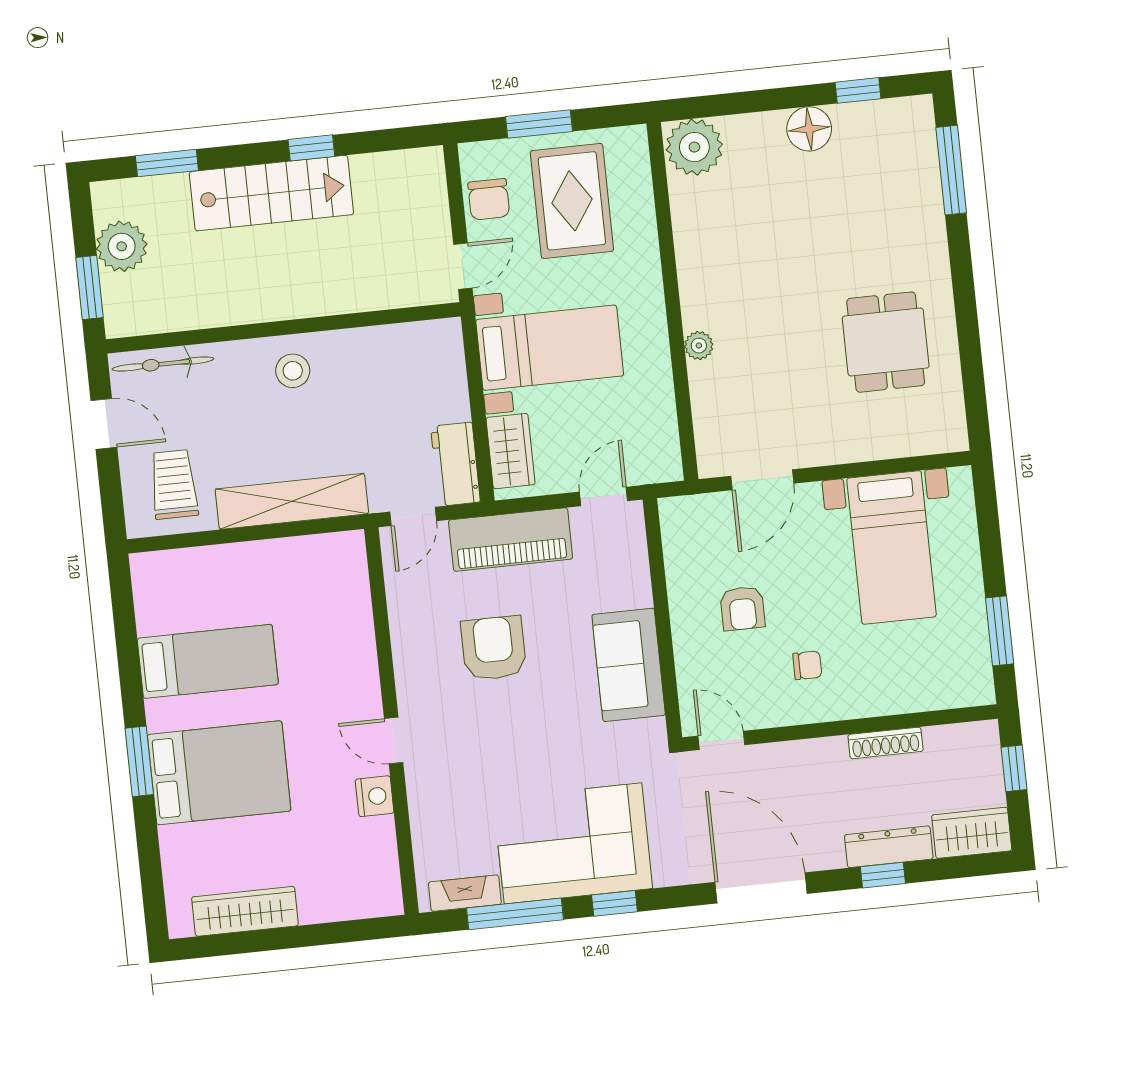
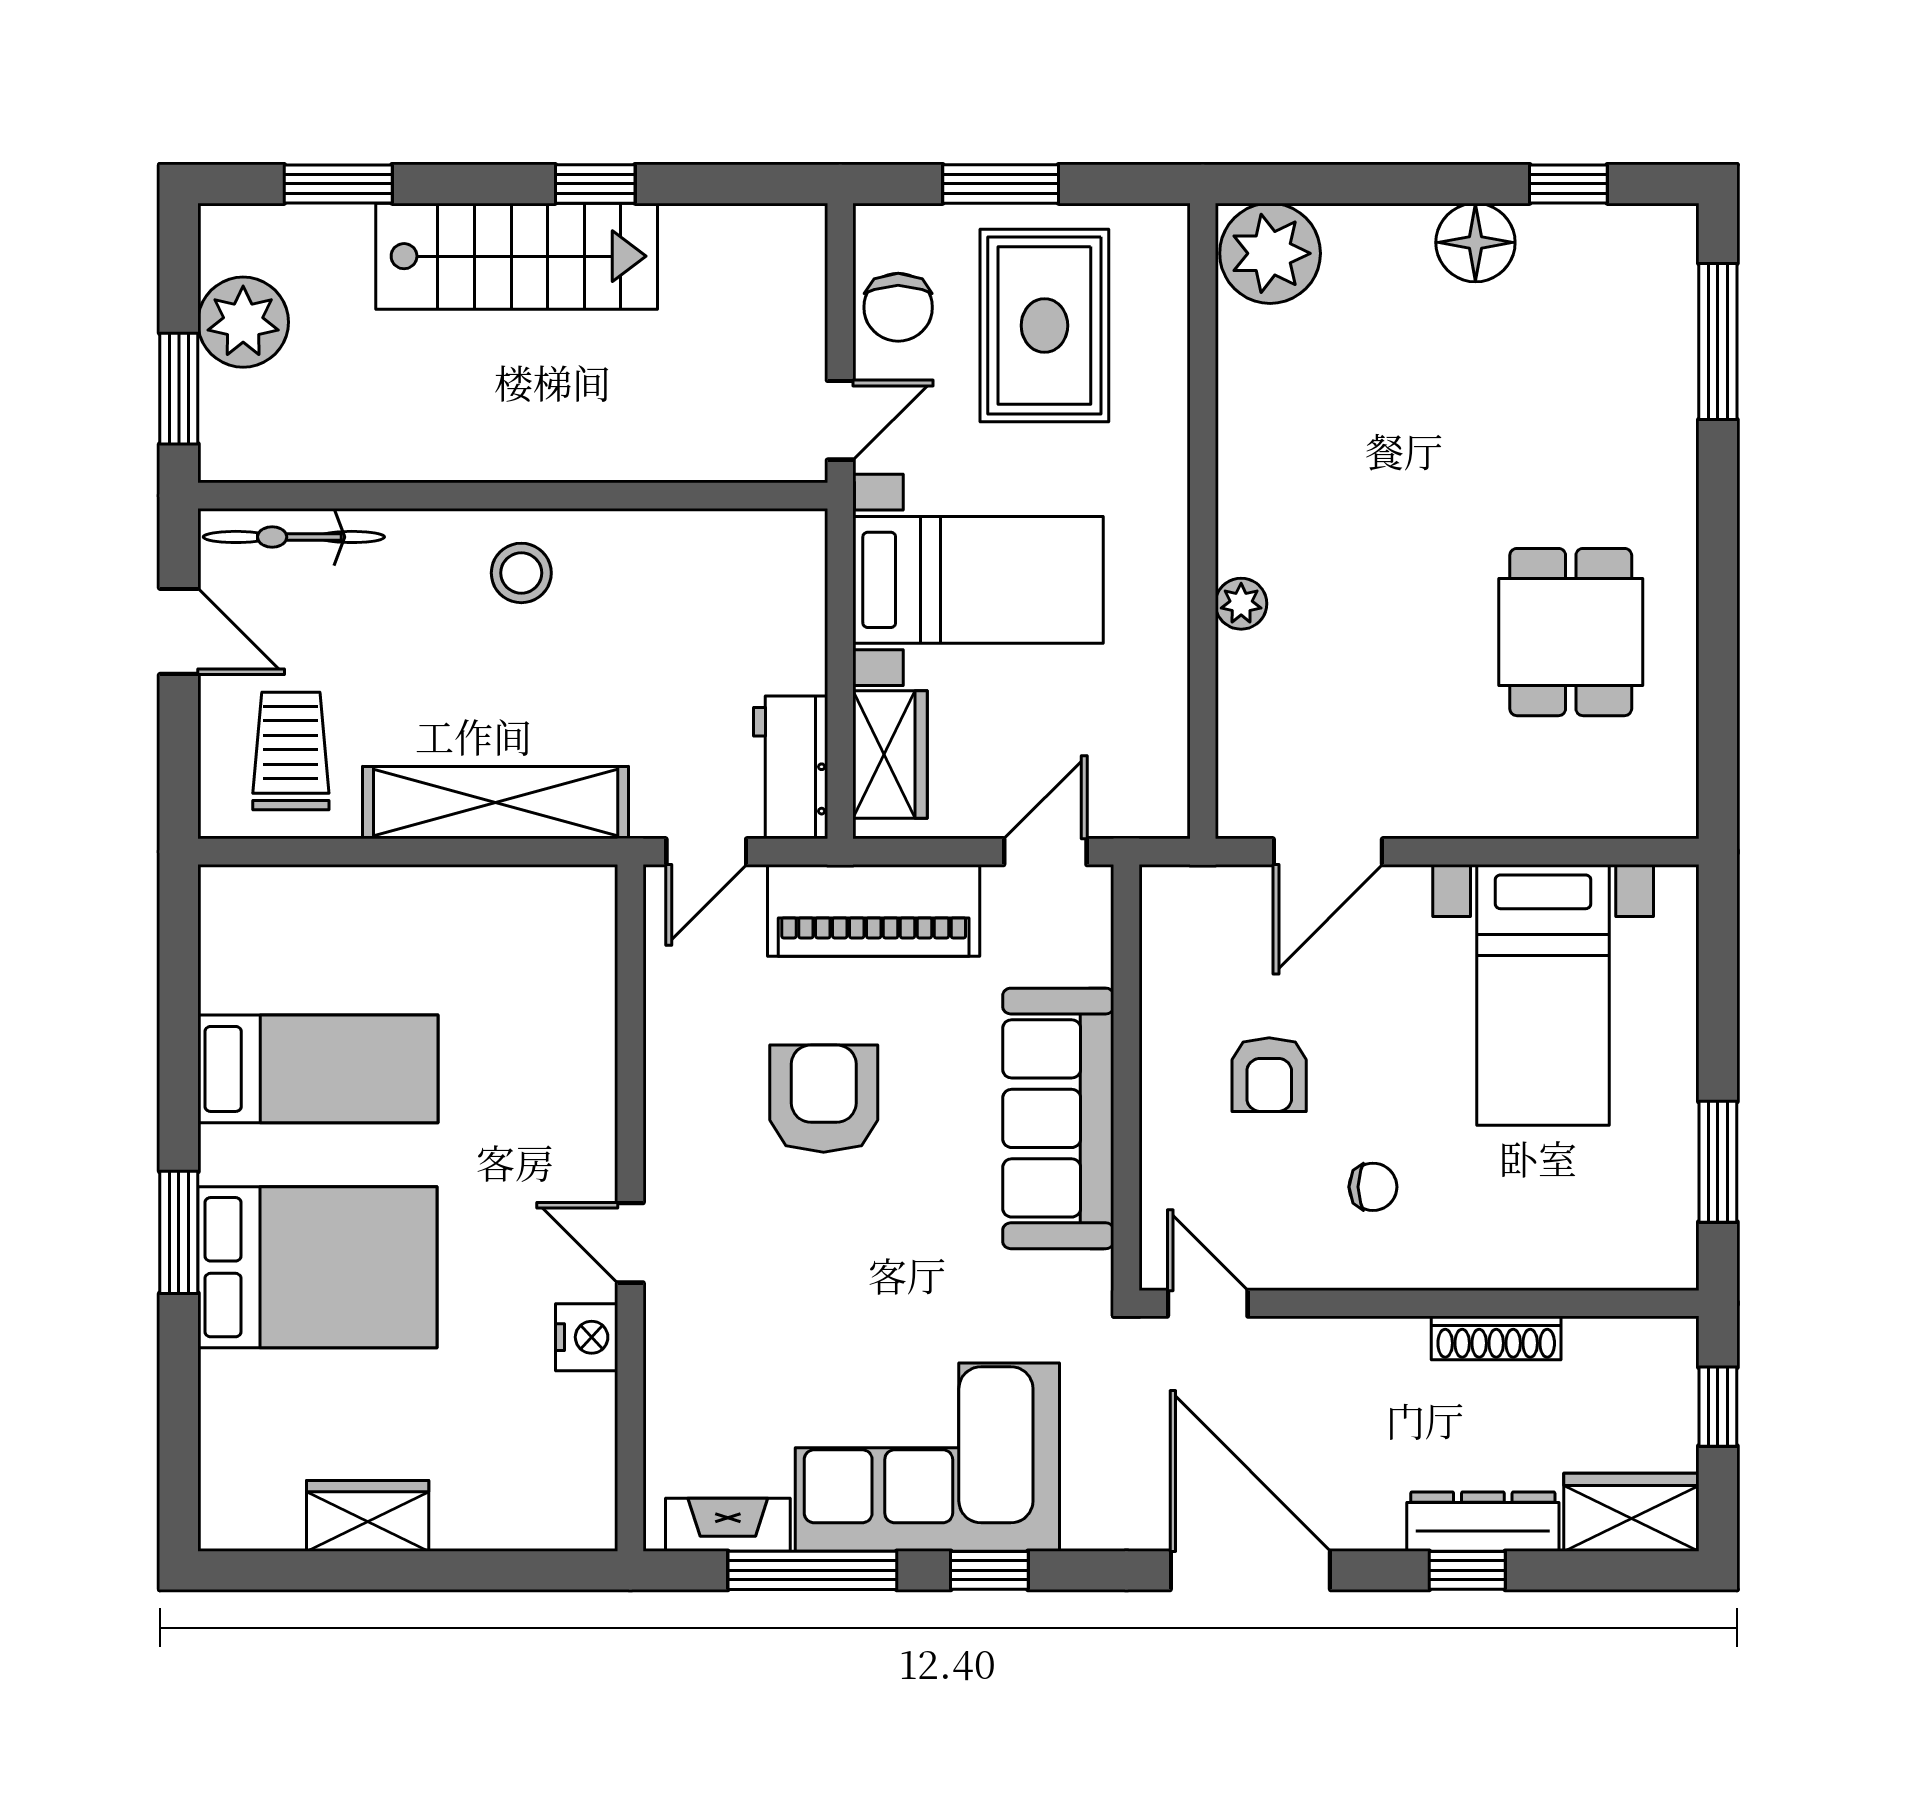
sofa: (629, 665) -> (1058, 1118), width x1.36
wardrobe: (245, 911) -> (368, 1516), width x0.67

